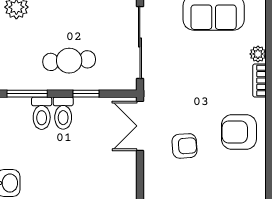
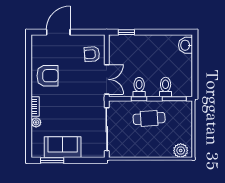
toilet: (63, 113) -> (139, 87), moved
armchair: (185, 146) -> (92, 54), moved

